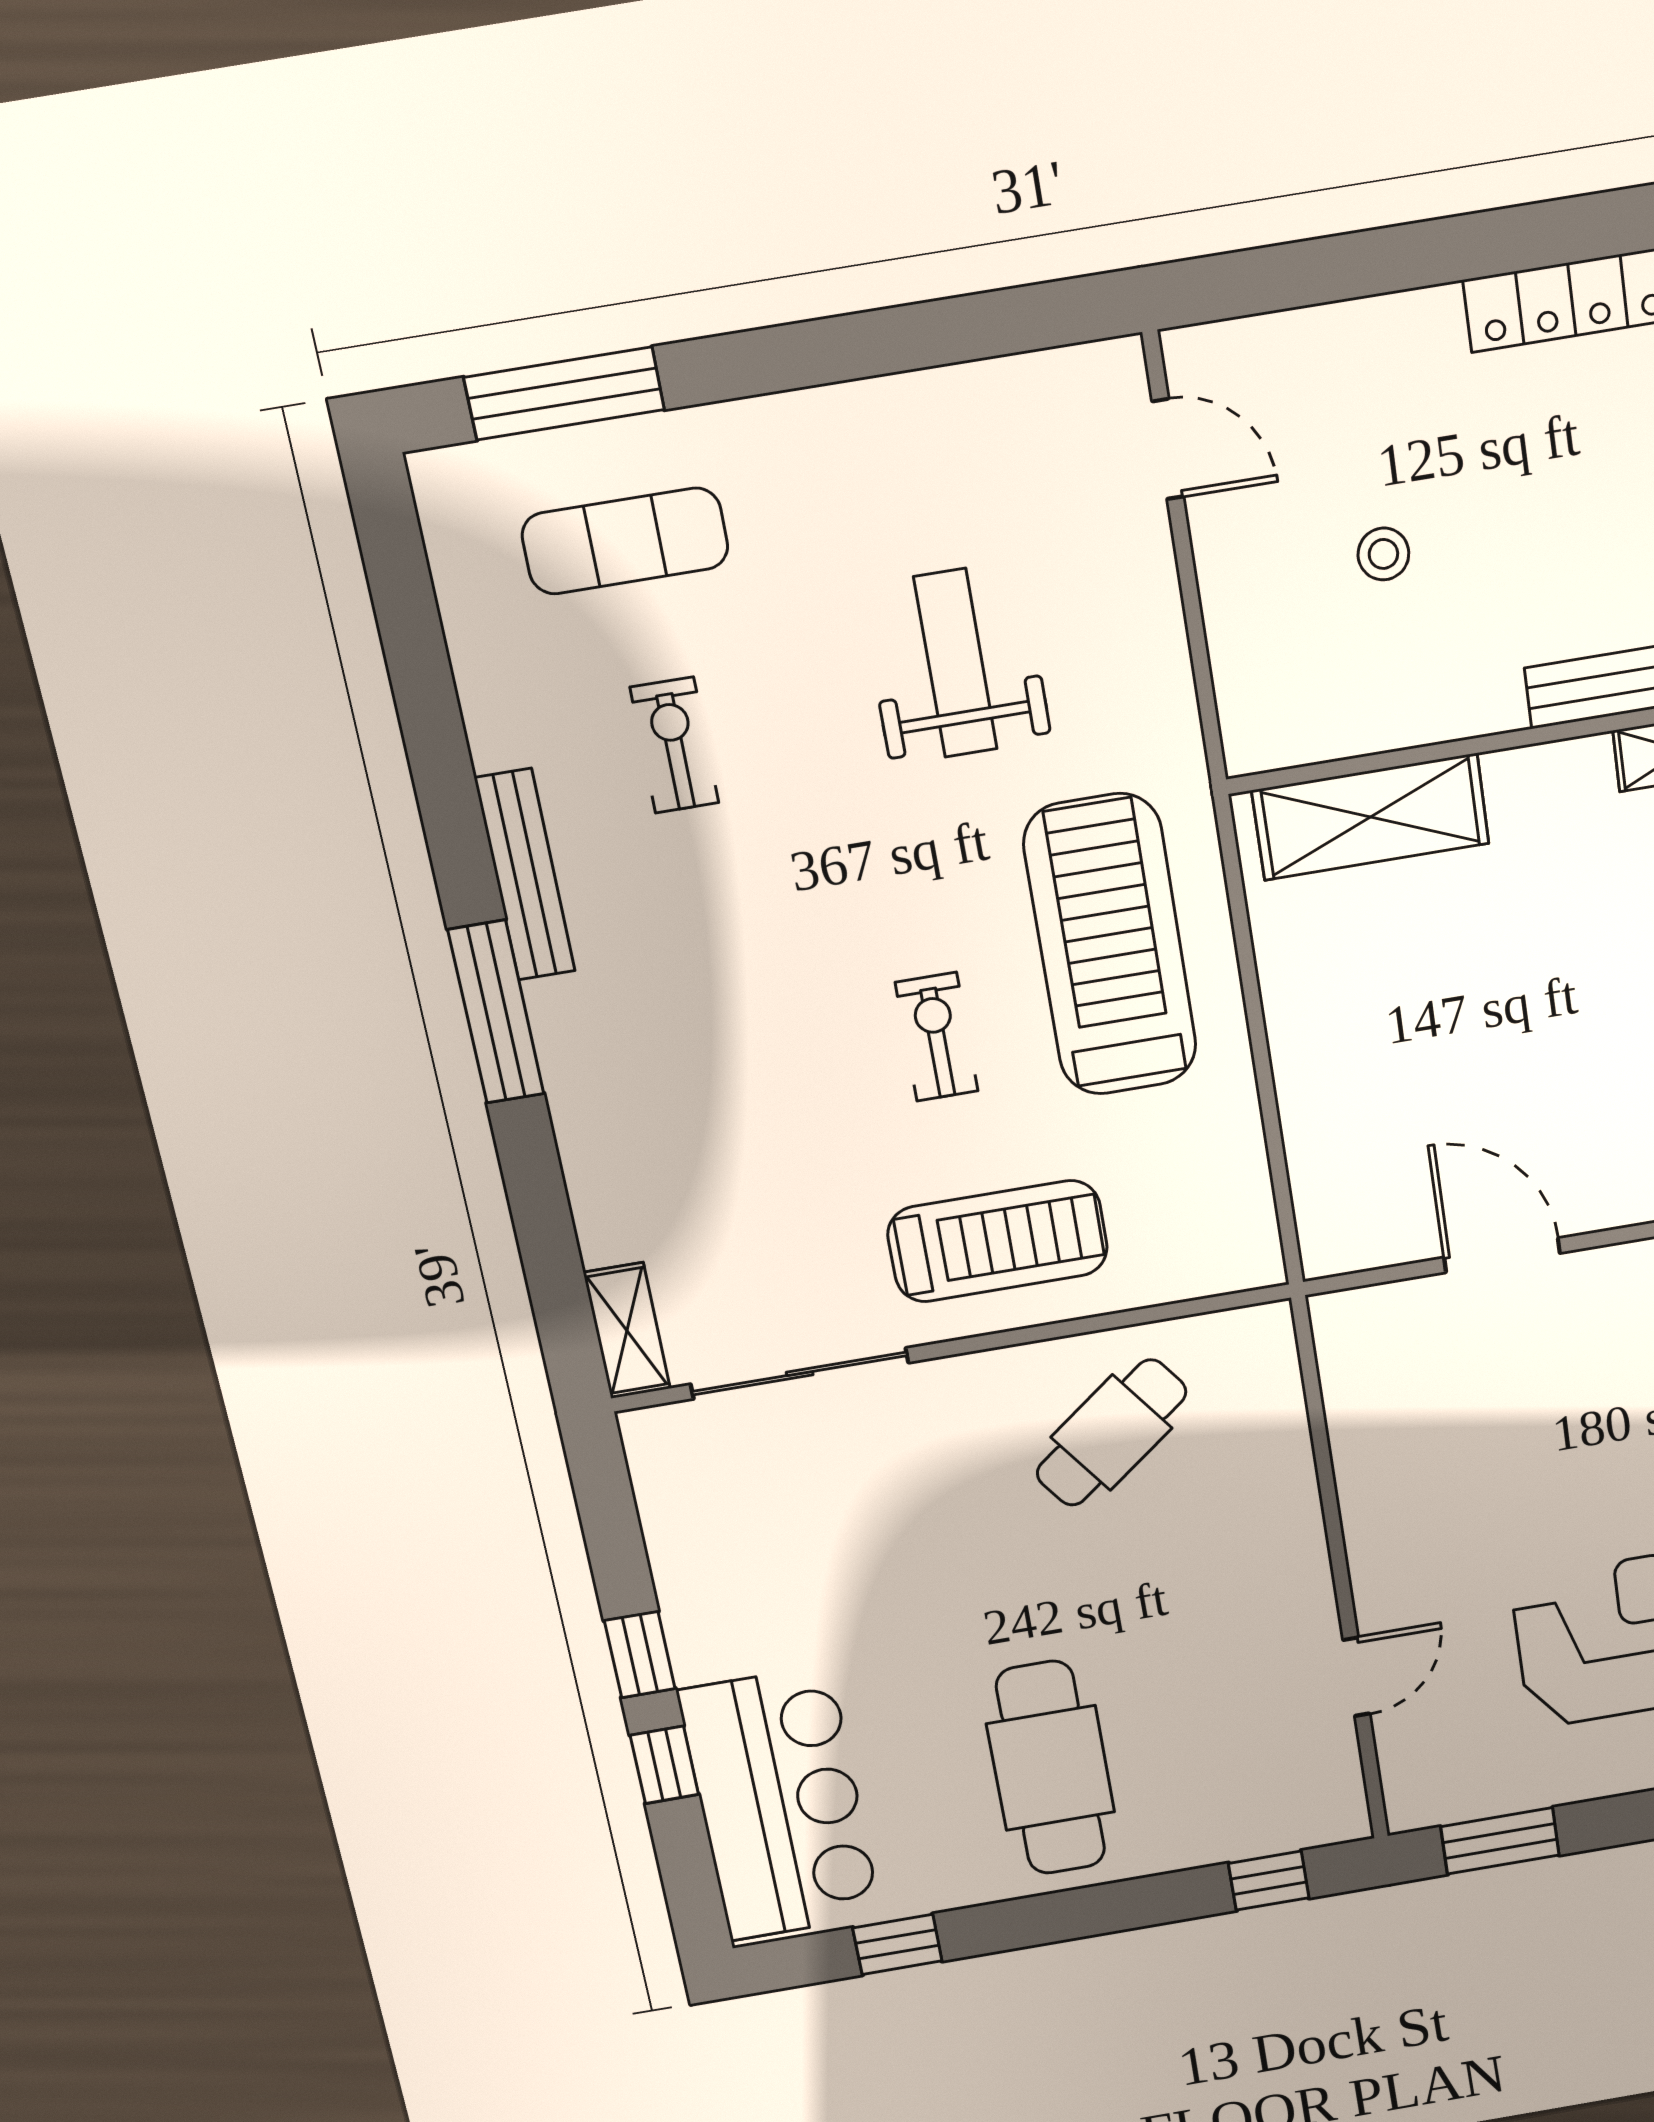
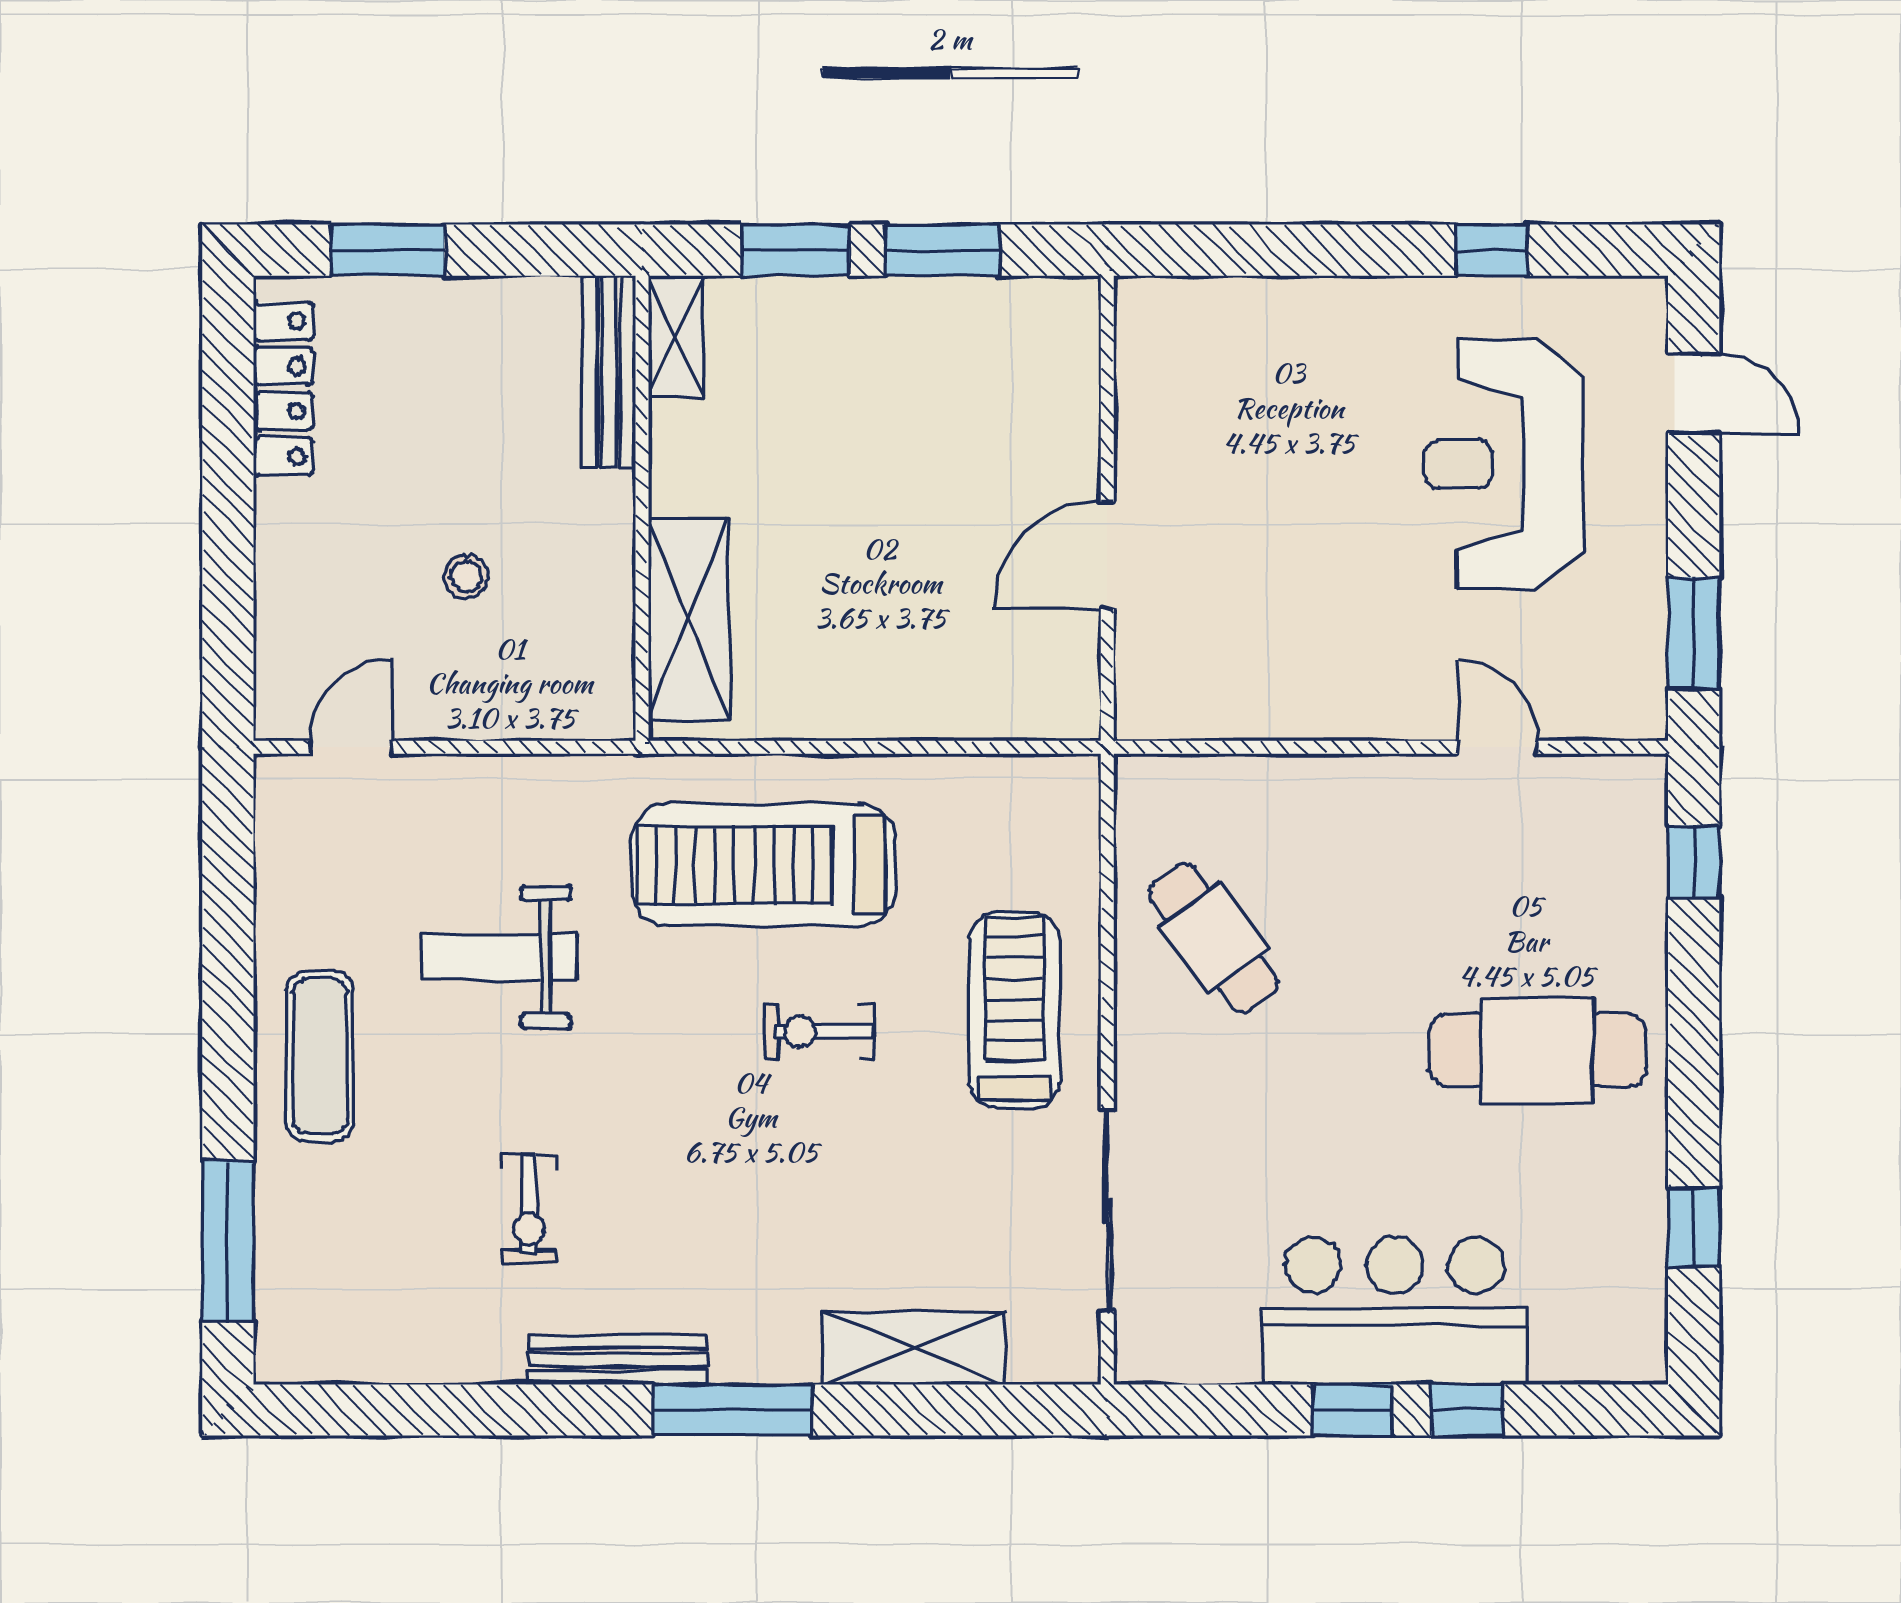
exercise mat: (625, 541) -> (320, 1056), moved
exercise bike: (674, 745) -> (529, 1209), turned -90
shelving: (627, 1331) -> (914, 1348), moved, width x1.50, depth x1.33
bar counter: (780, 1804) -> (1395, 1311), moved

